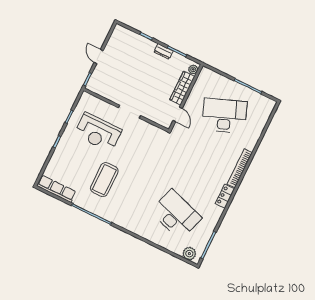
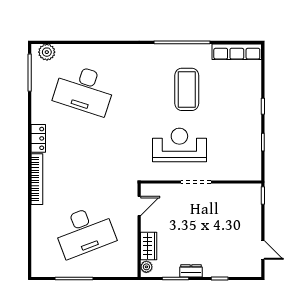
door: (99, 57) -> (263, 250), moved
wardrobe: (182, 88) -> (149, 246), width x0.67
door: (178, 114) -> (139, 206), swing flipped
reception desk: (98, 132) -> (179, 145), moved

